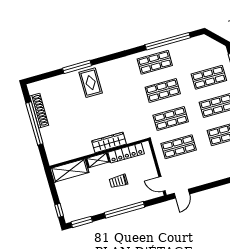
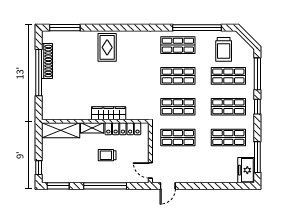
trolley: (198, 54) -> (224, 49), added
window: (77, 67) -> (65, 28), moved

